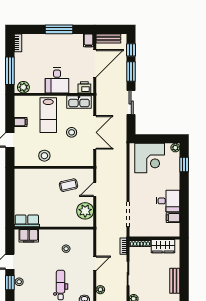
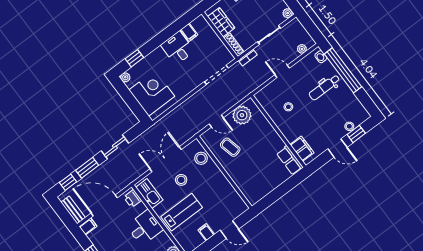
stool: (44, 156) -> (201, 158), moved

